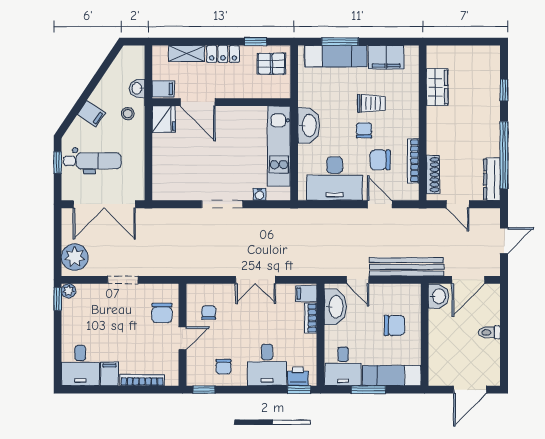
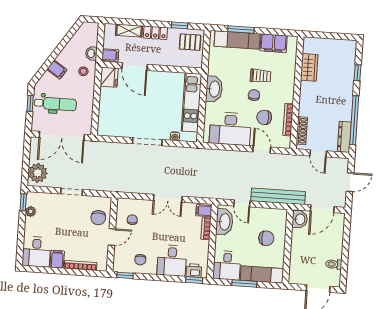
plant: (69, 291) -> (31, 211), moved
toilet: (489, 332) -> (334, 264), moved

